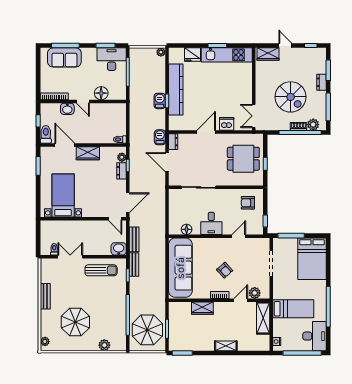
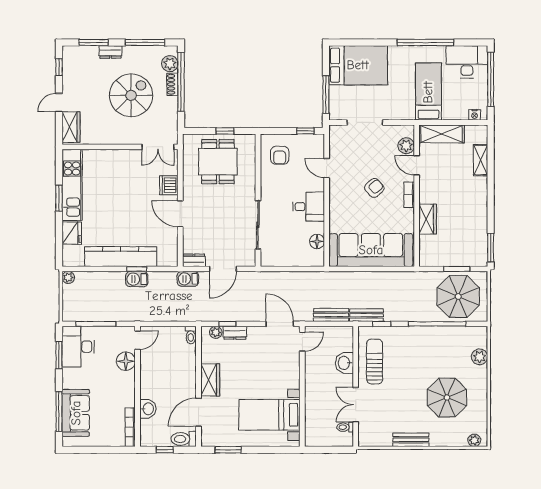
door: (83, 101) -> (138, 340), moved
washbasin: (119, 249) -> (344, 363), moved
shelving: (226, 346) -> (481, 160), moved

